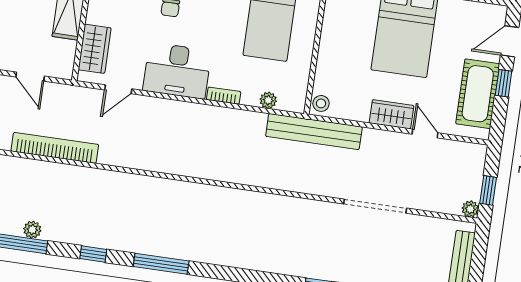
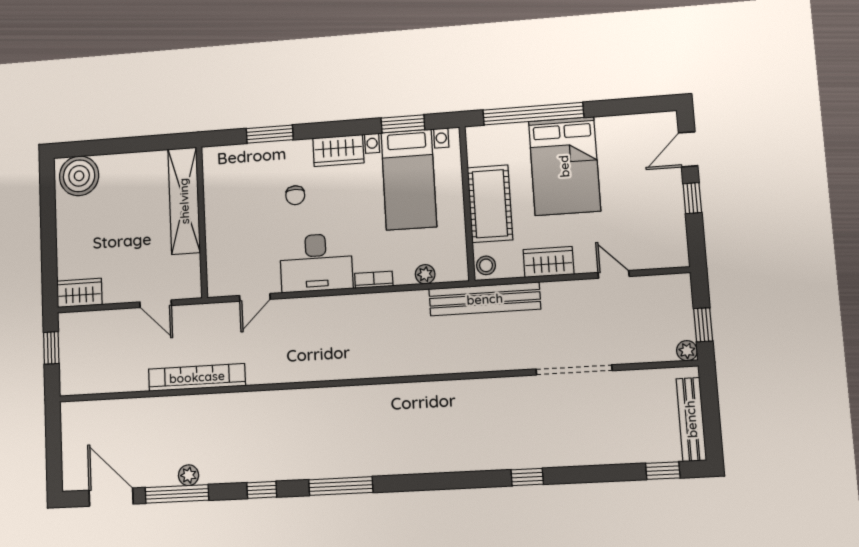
wardrobe: (95, 49) -> (221, 258), removed
cot: (478, 94) -> (490, 204), moved
wardrobe: (391, 114) -> (549, 262), moved

